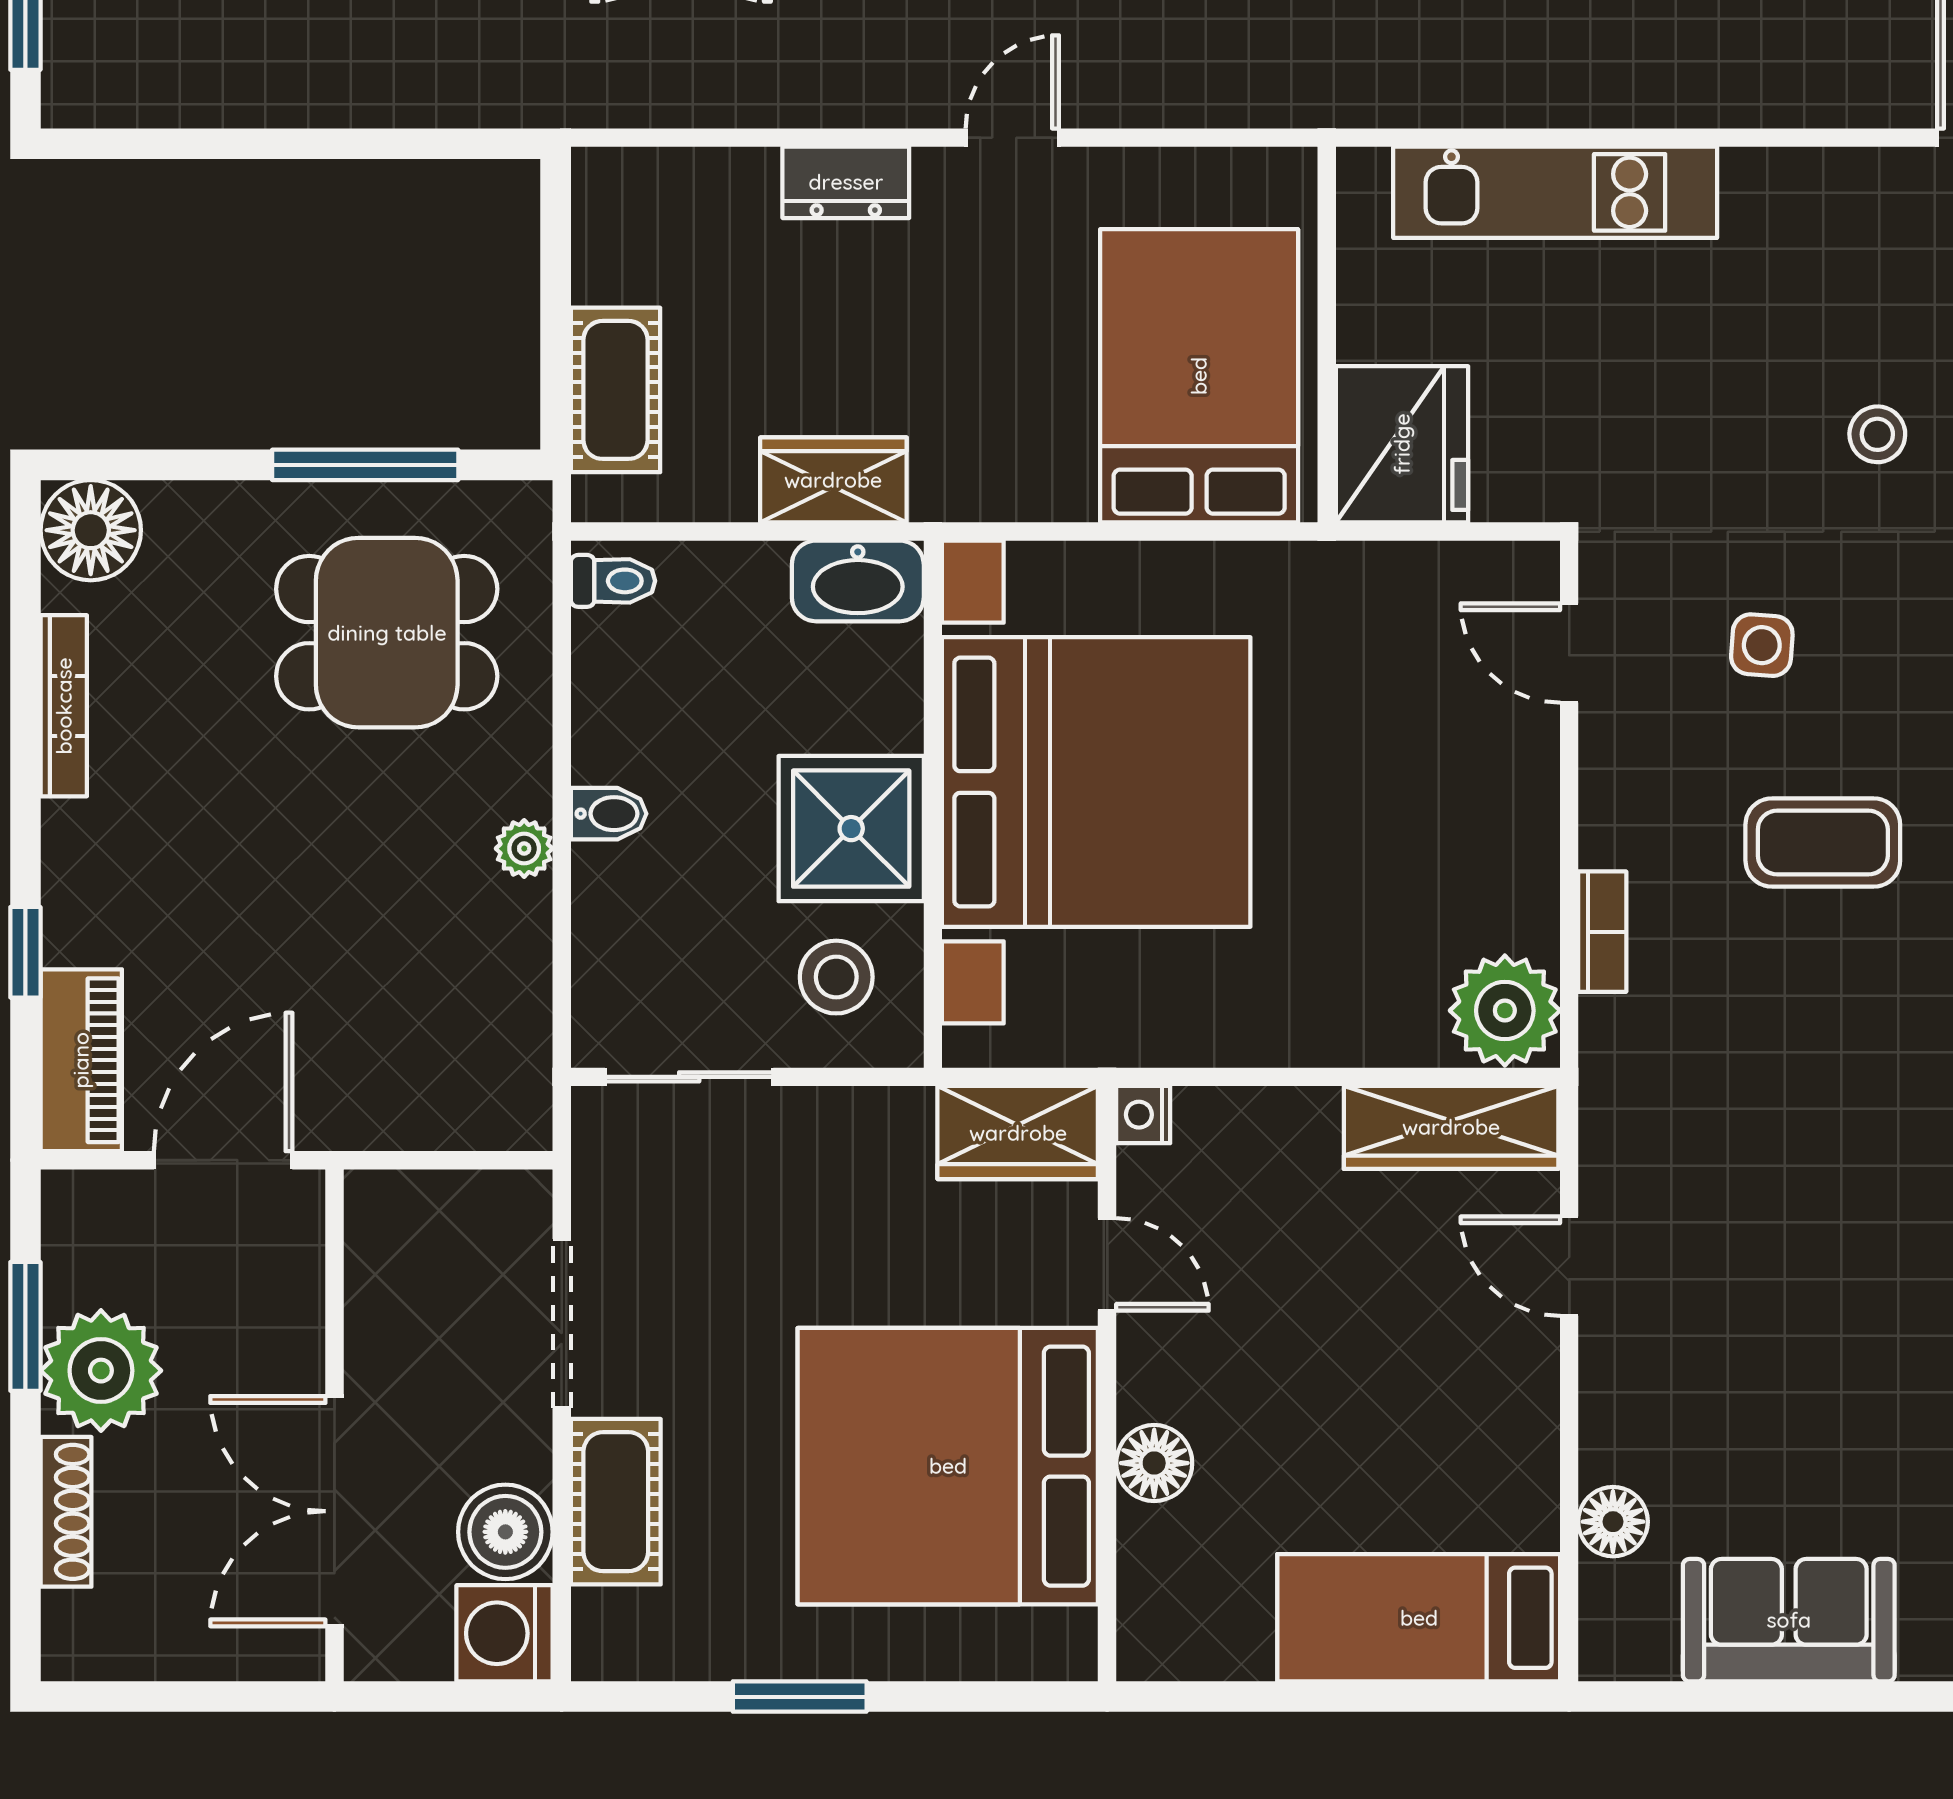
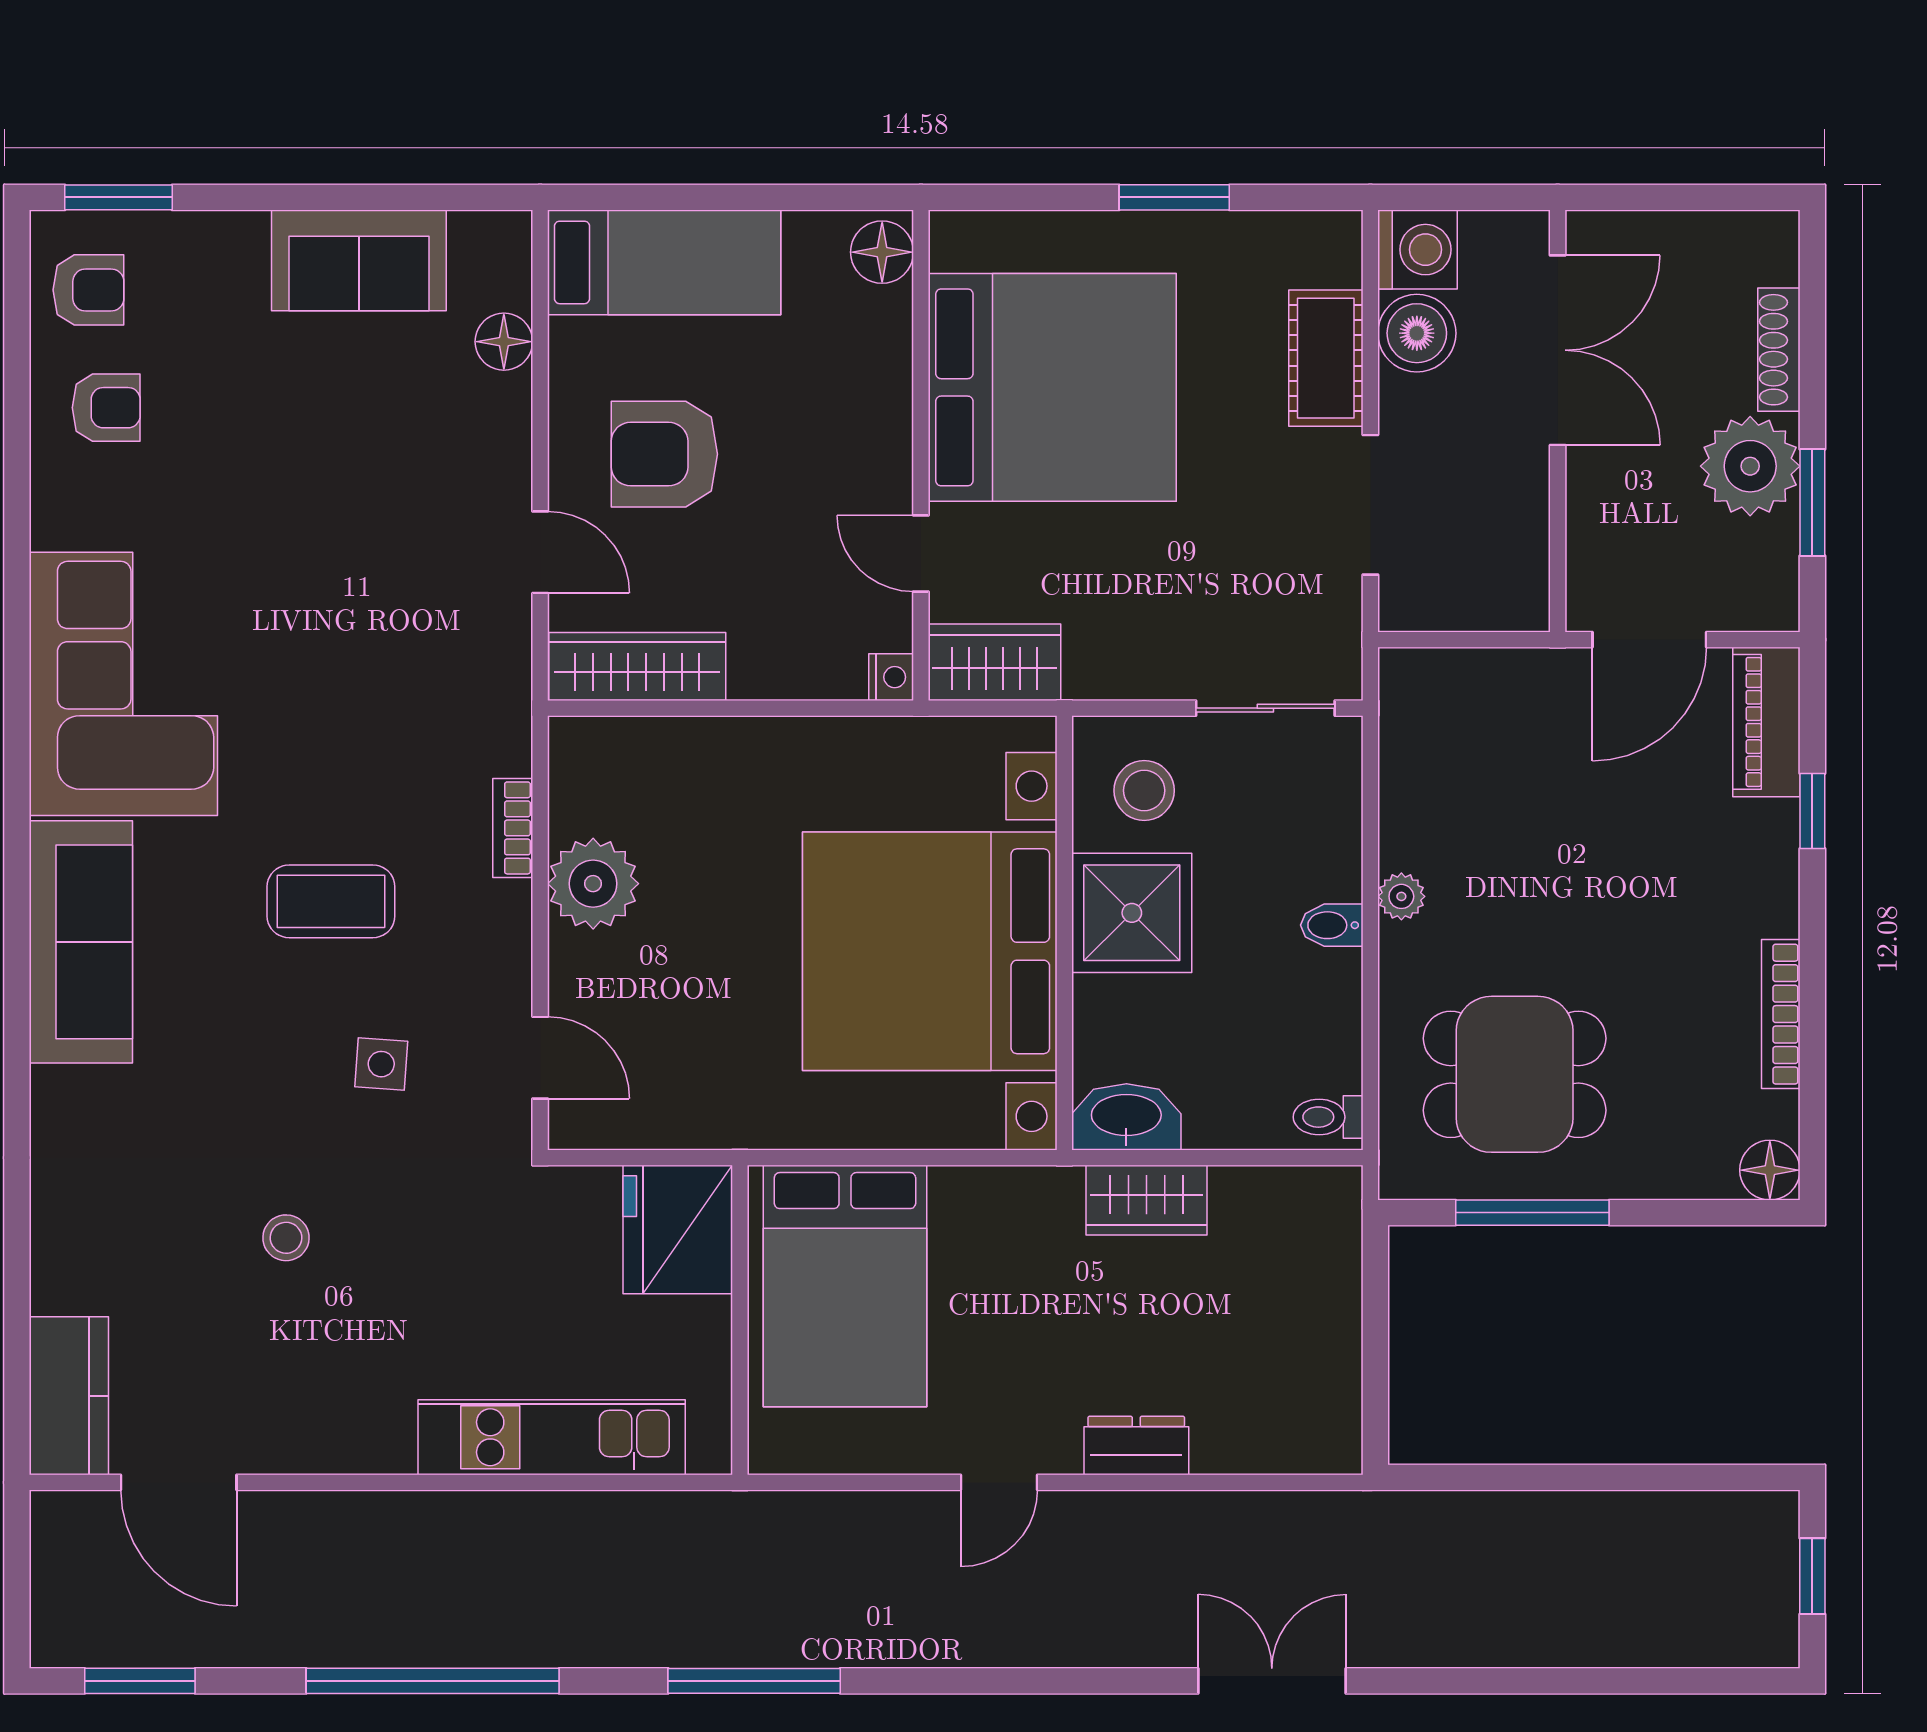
cot: (615, 390) -> (1326, 1274), removed
floor lamp: (91, 530) -> (1770, 1170), width x0.73, depth x0.73
plant: (1505, 1011) -> (593, 884), moved
armchair: (1418, 1385) -> (664, 454), added
floor lamp: (1154, 1463) -> (882, 252), moved

